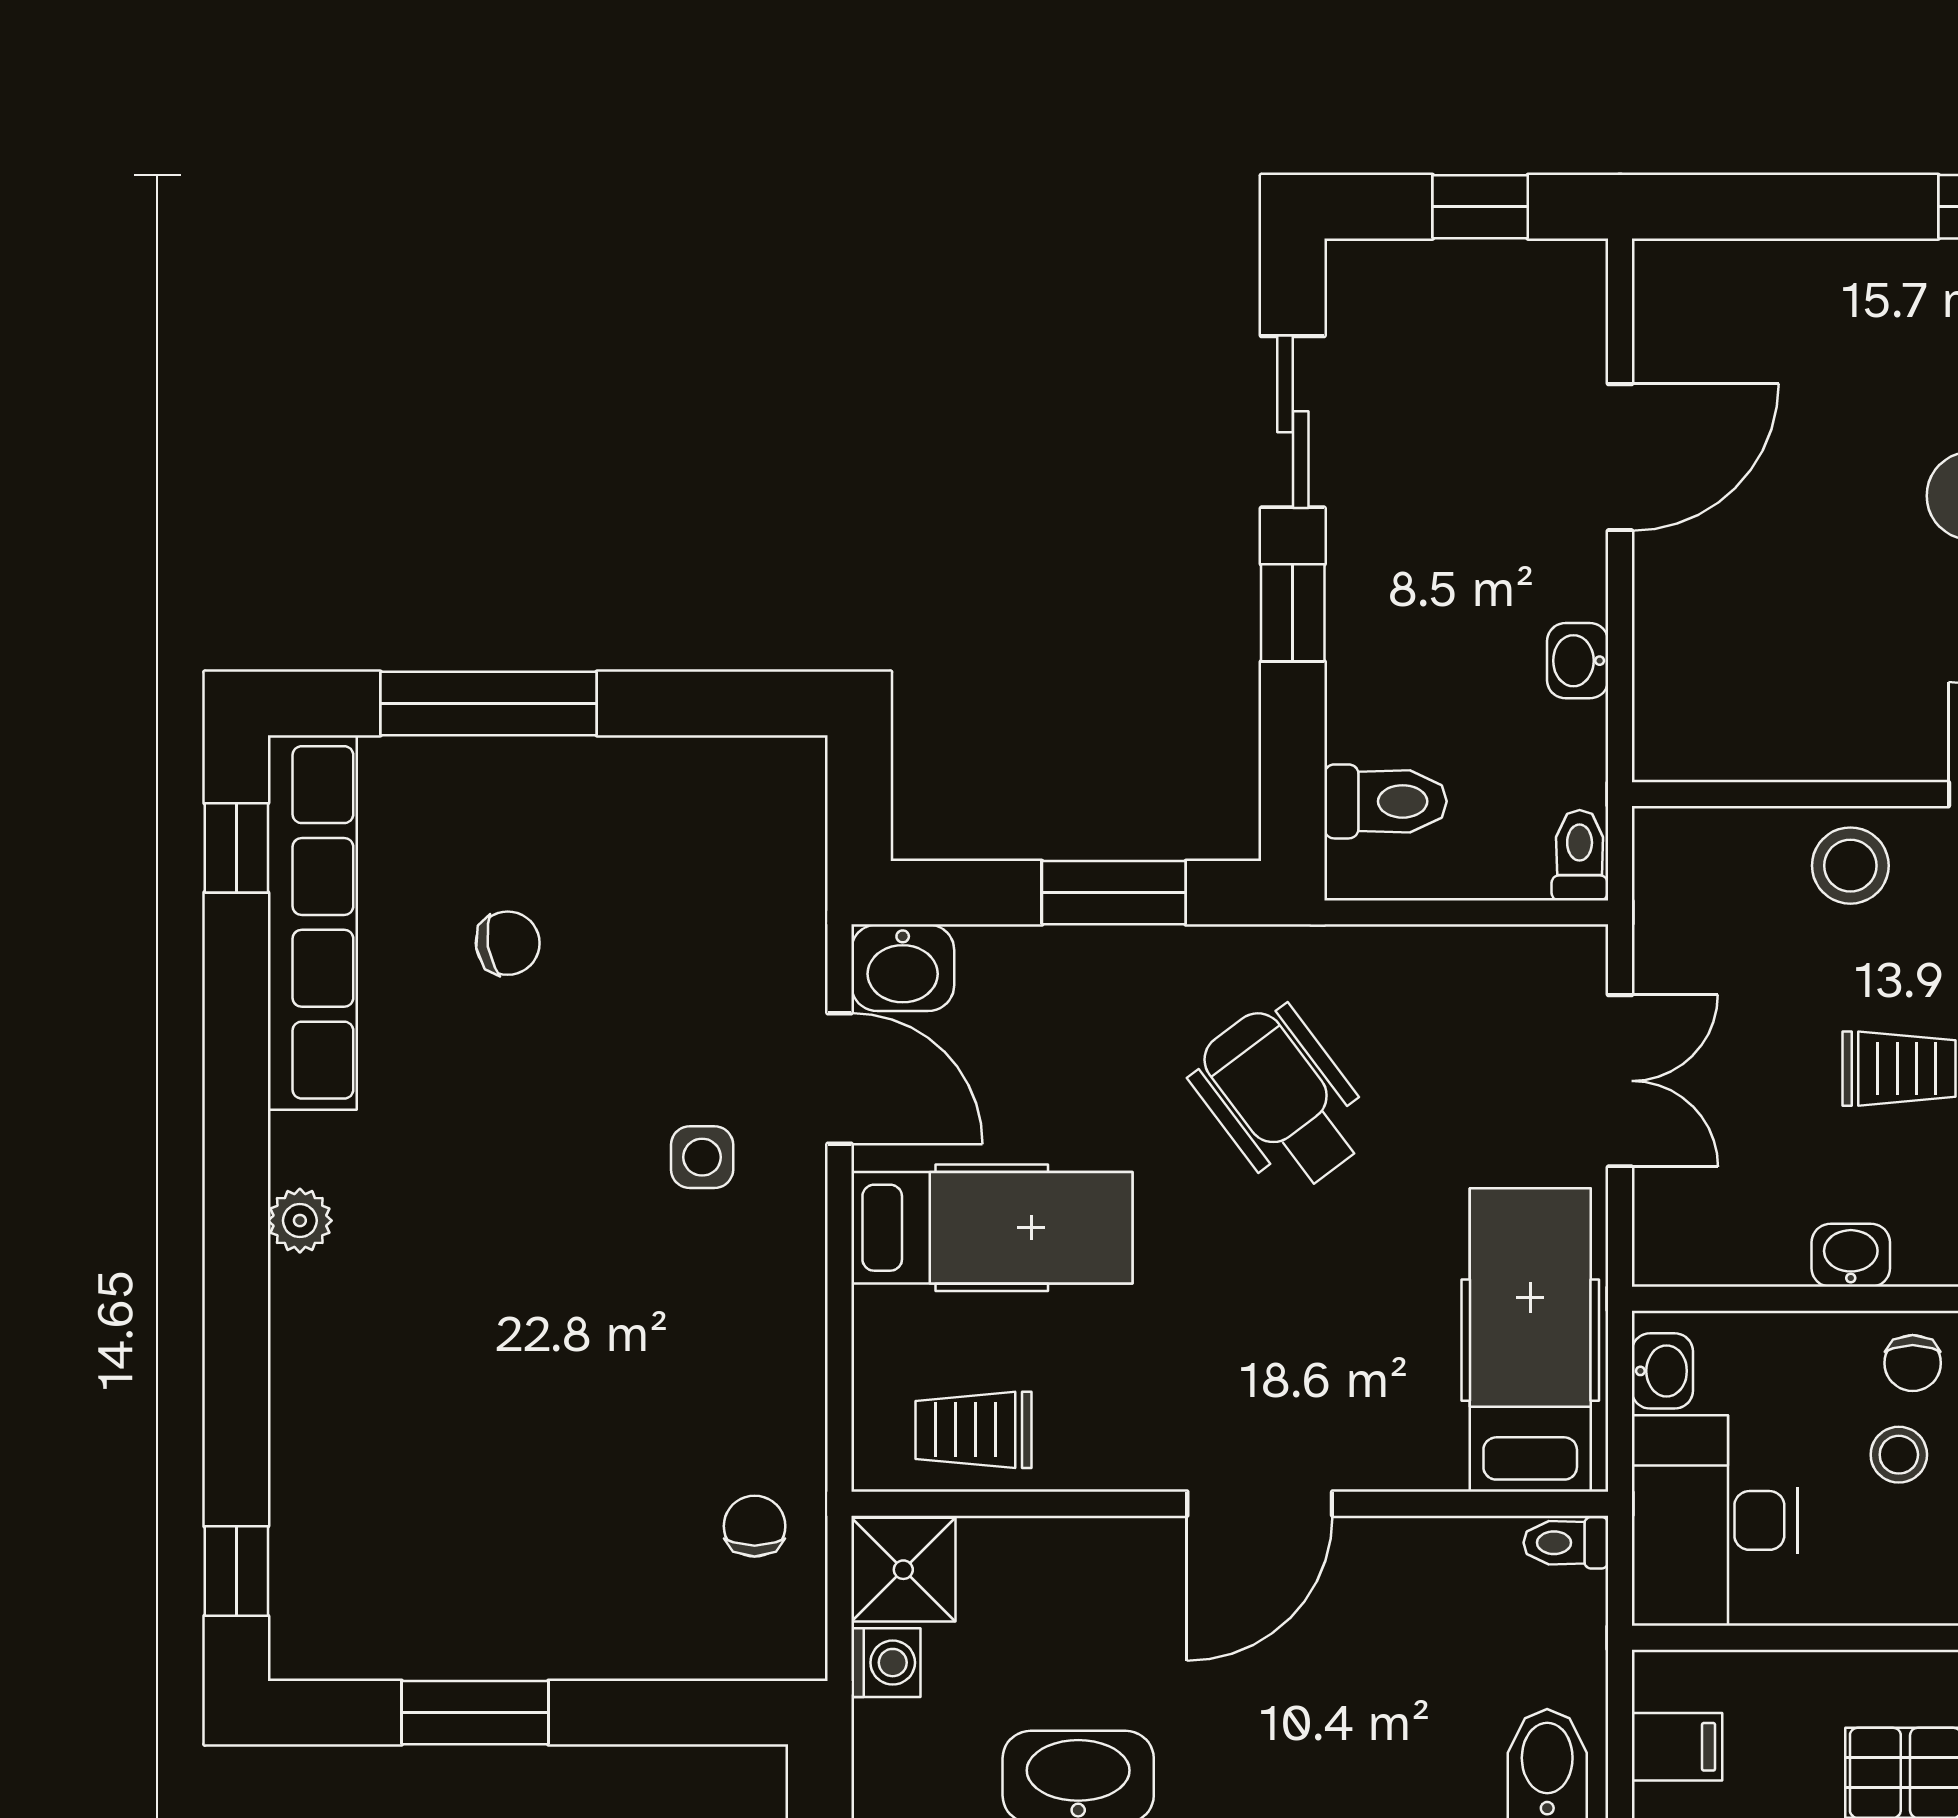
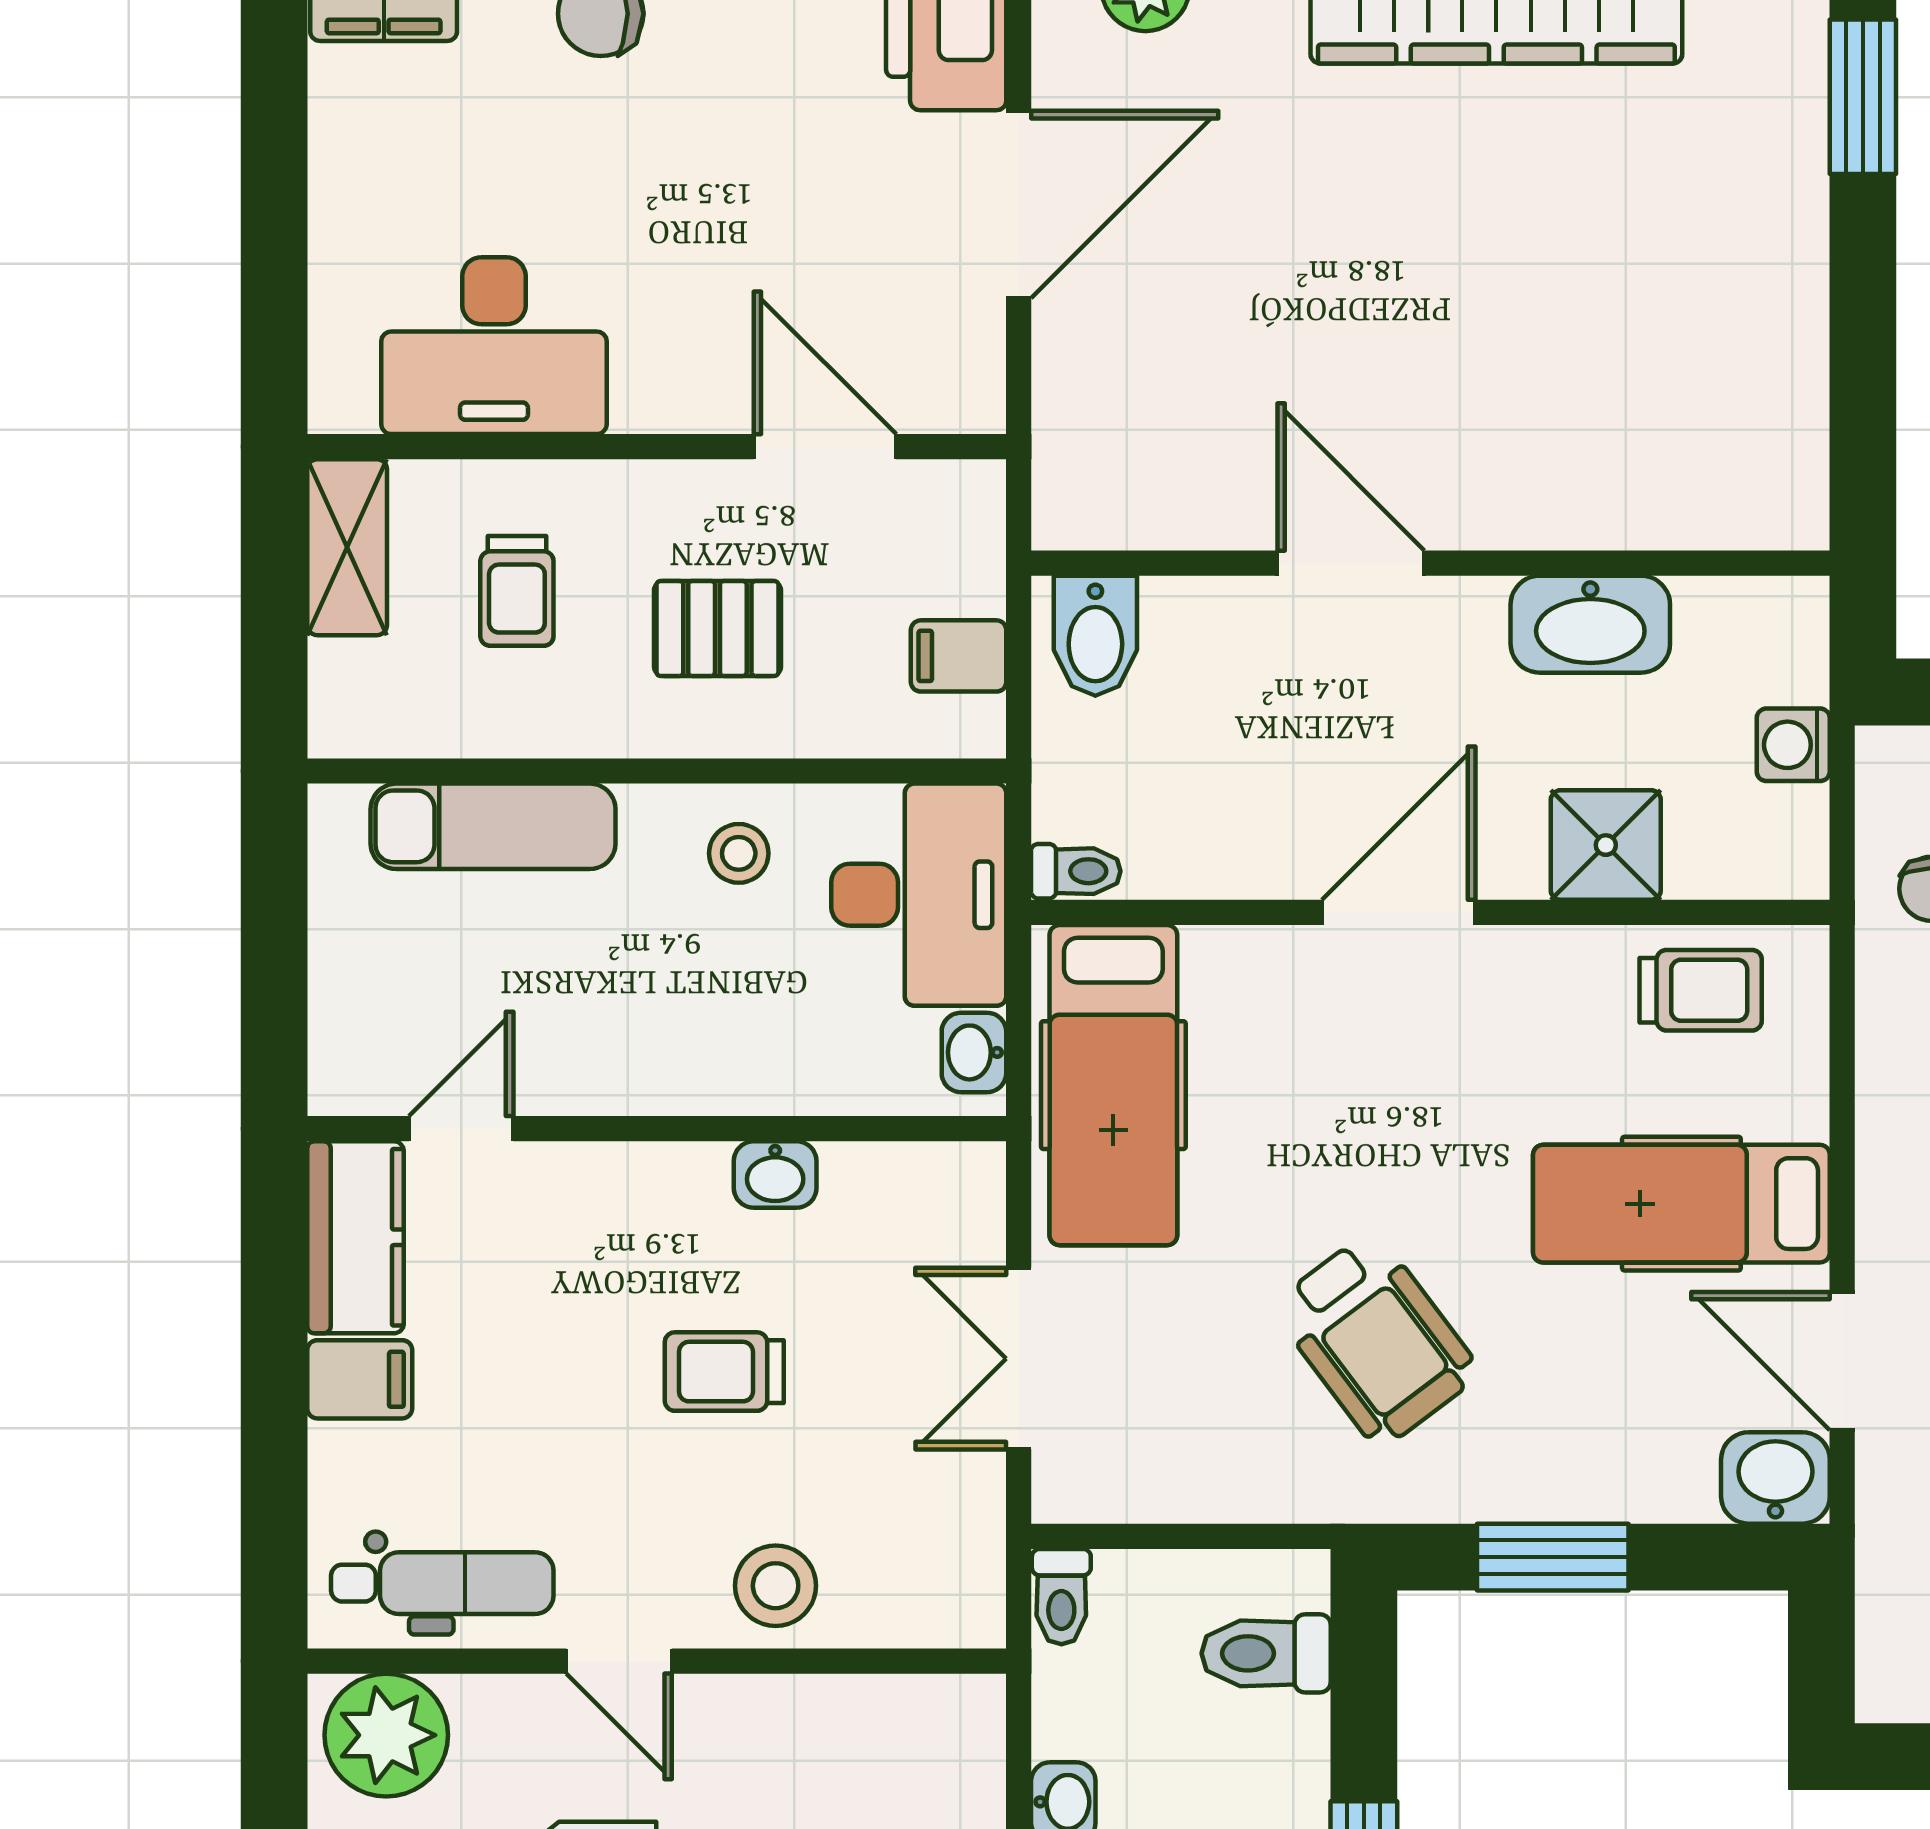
chair: (1913, 1363) -> (710, 1061), removed
stool: (1899, 1455) -> (739, 853), moved
shower: (903, 1570) -> (1606, 845), moved

